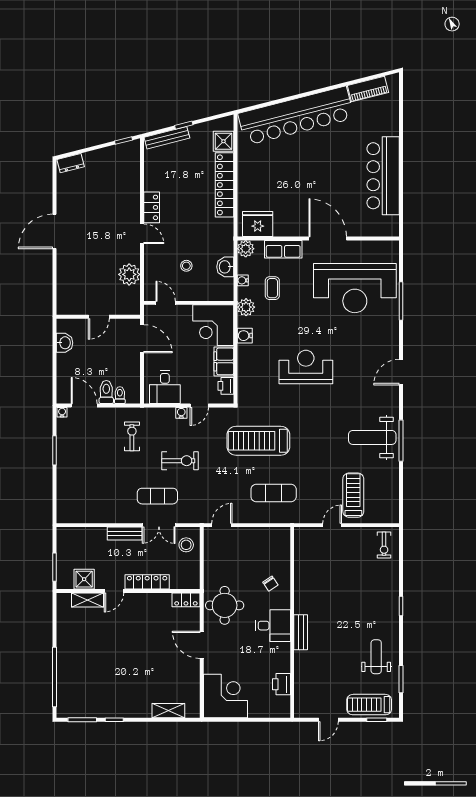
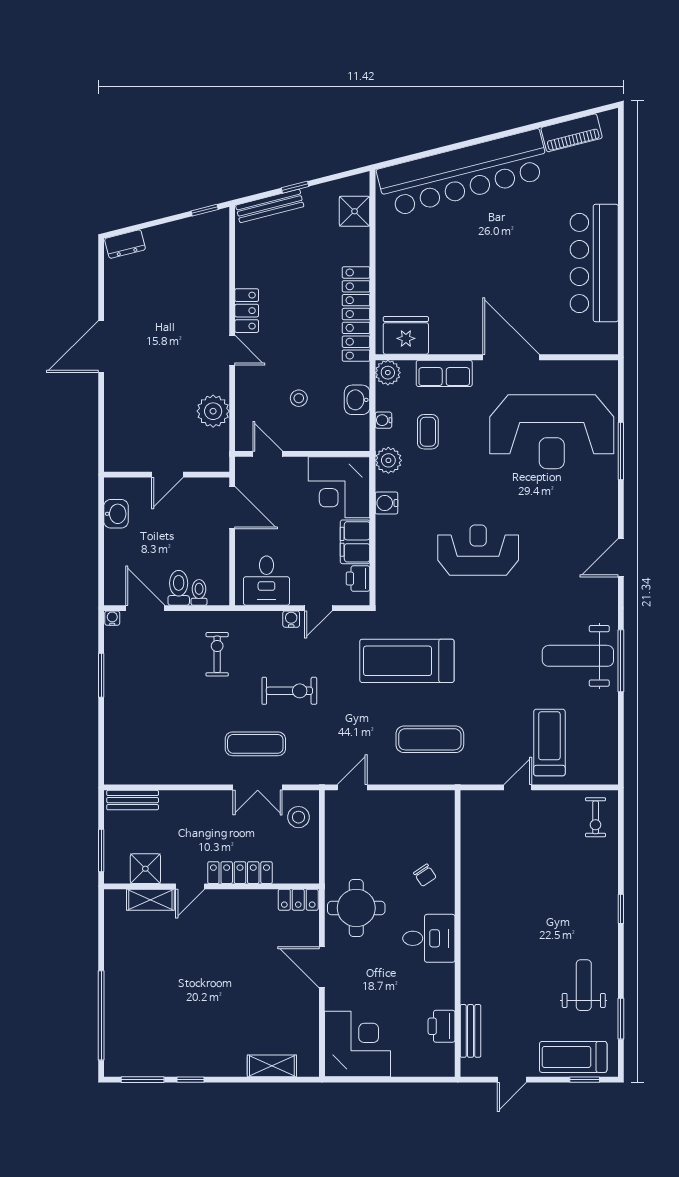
locker: (224, 185) -> (356, 314), moved
bench: (125, 534) -> (133, 800), moved
bench: (301, 632) -> (471, 1031), moved

